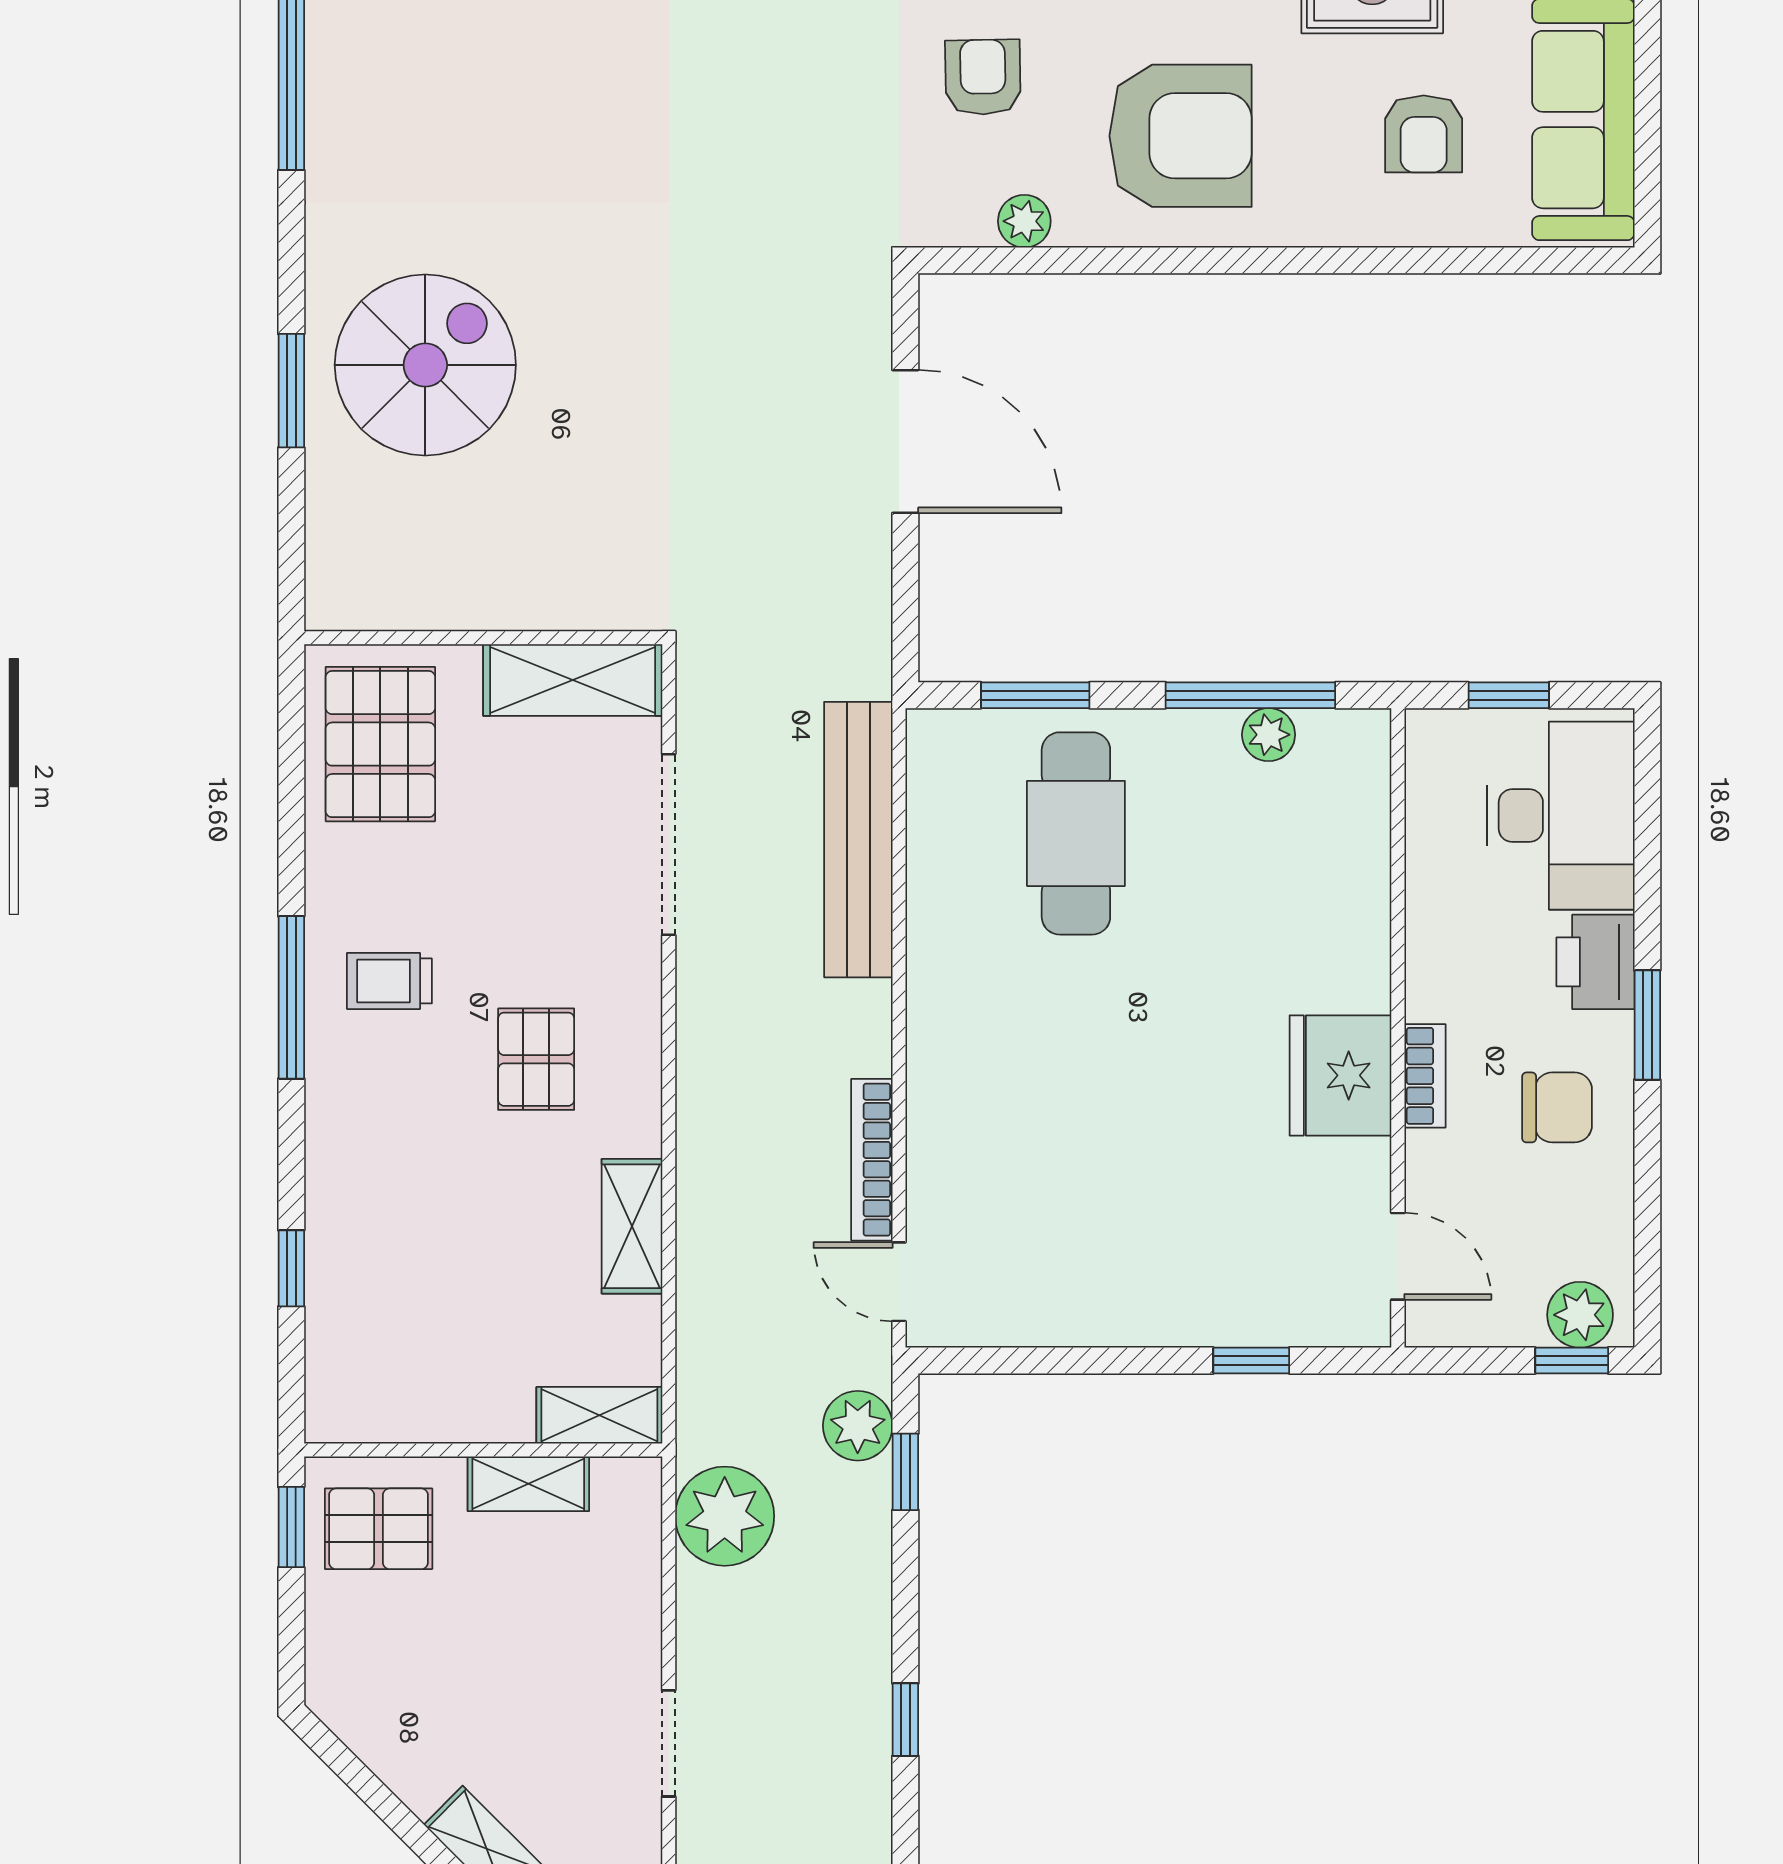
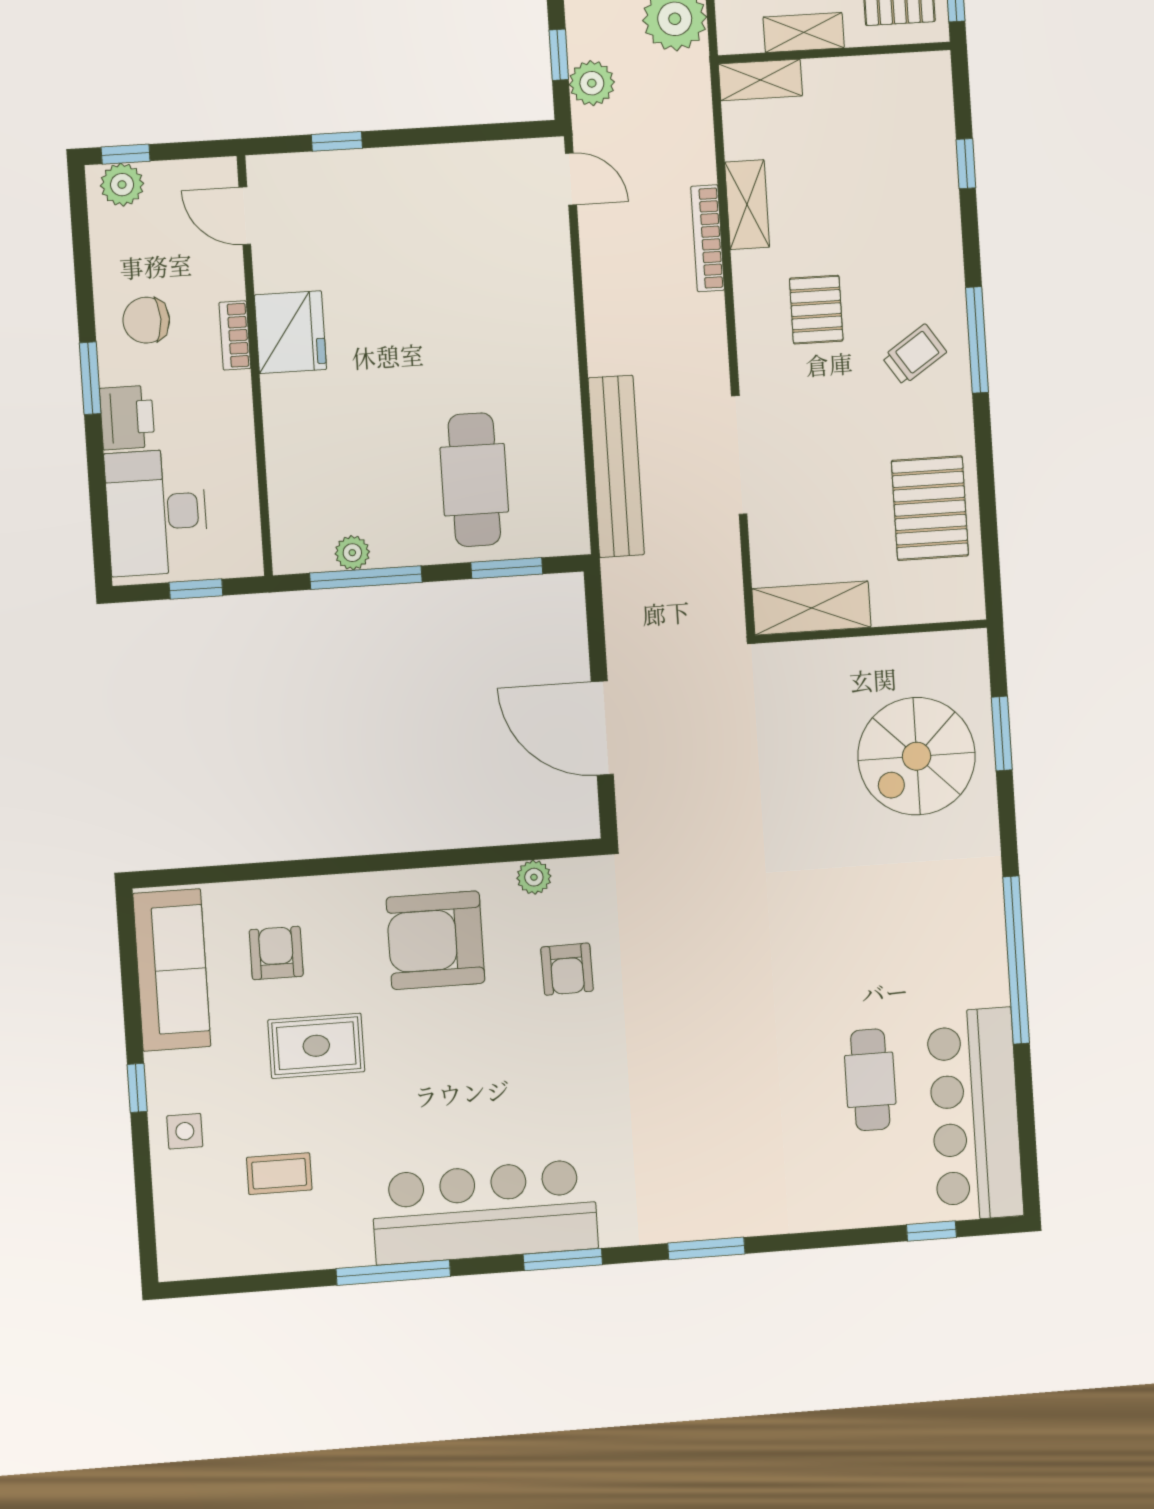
wall: (483, 638) -> (871, 632), moved
shelving: (573, 680) -> (811, 608), moved
trolley: (389, 981) -> (914, 355), turned -34
bookcase: (872, 1160) -> (708, 238), moved, turned 180

